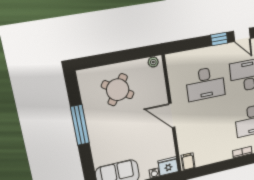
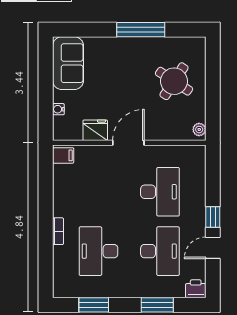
desk: (205, 84) -> (160, 192), turned 180
fridge: (168, 166) -> (95, 130), moved, turned -90

